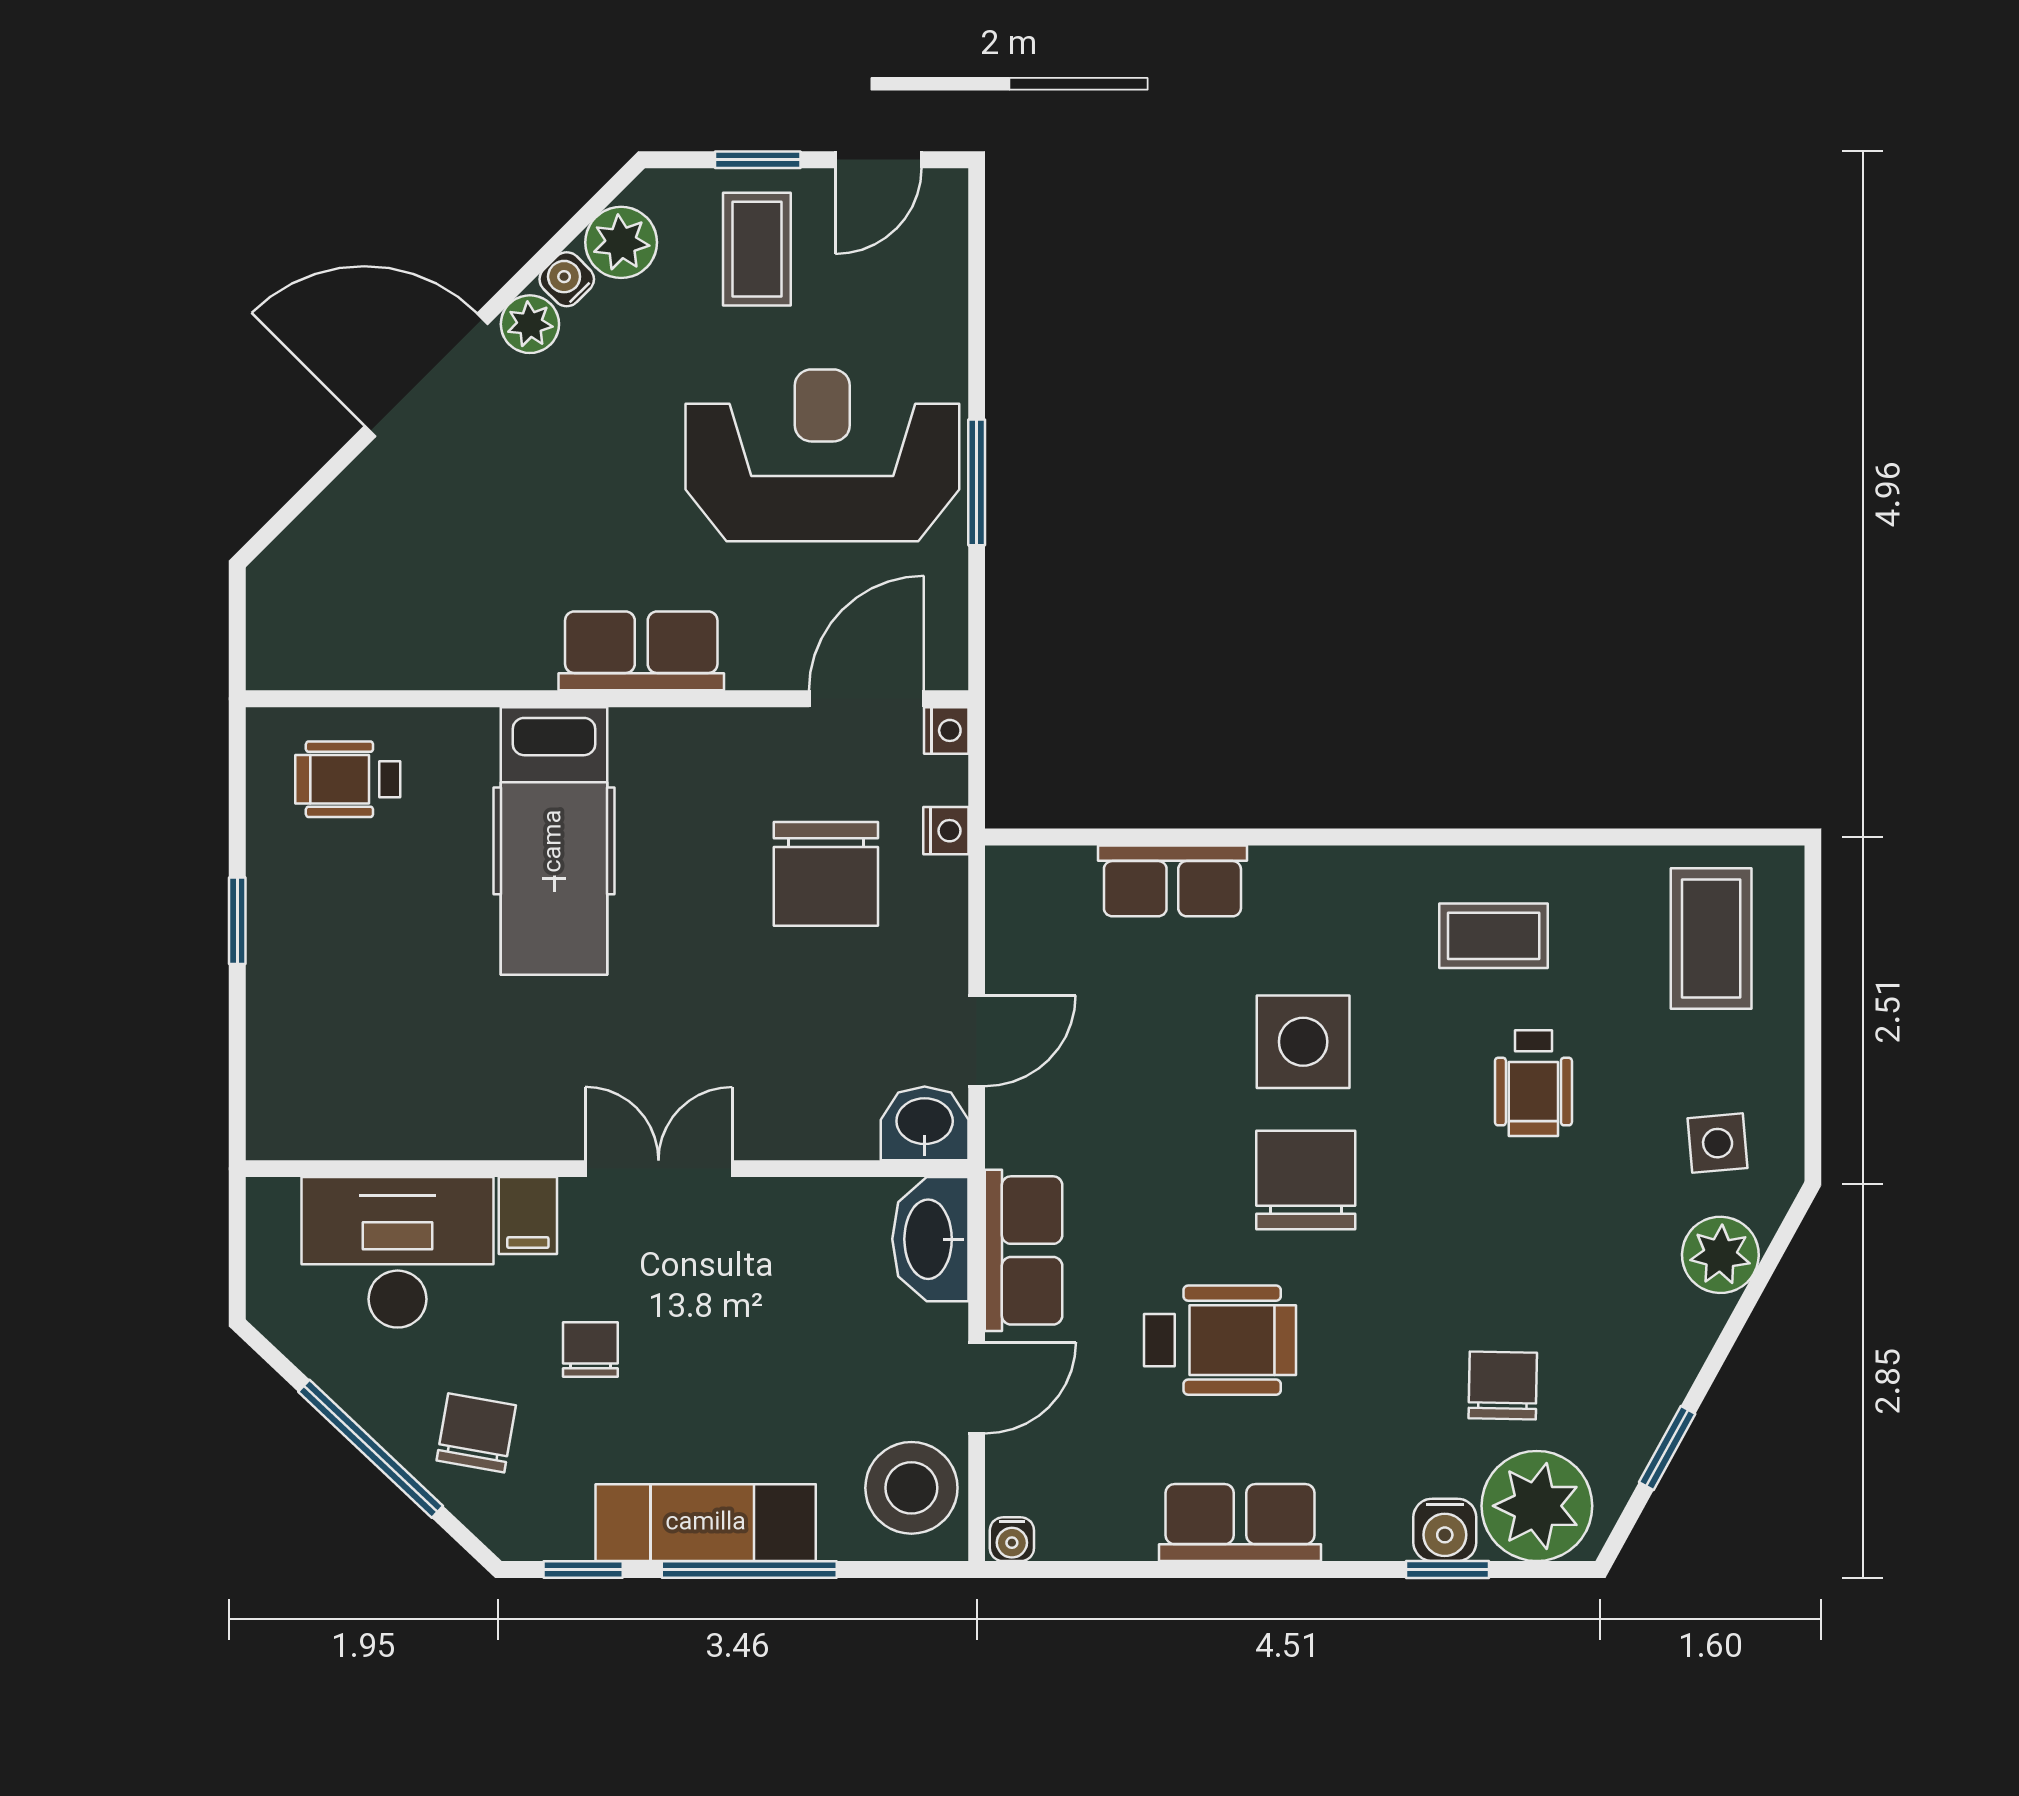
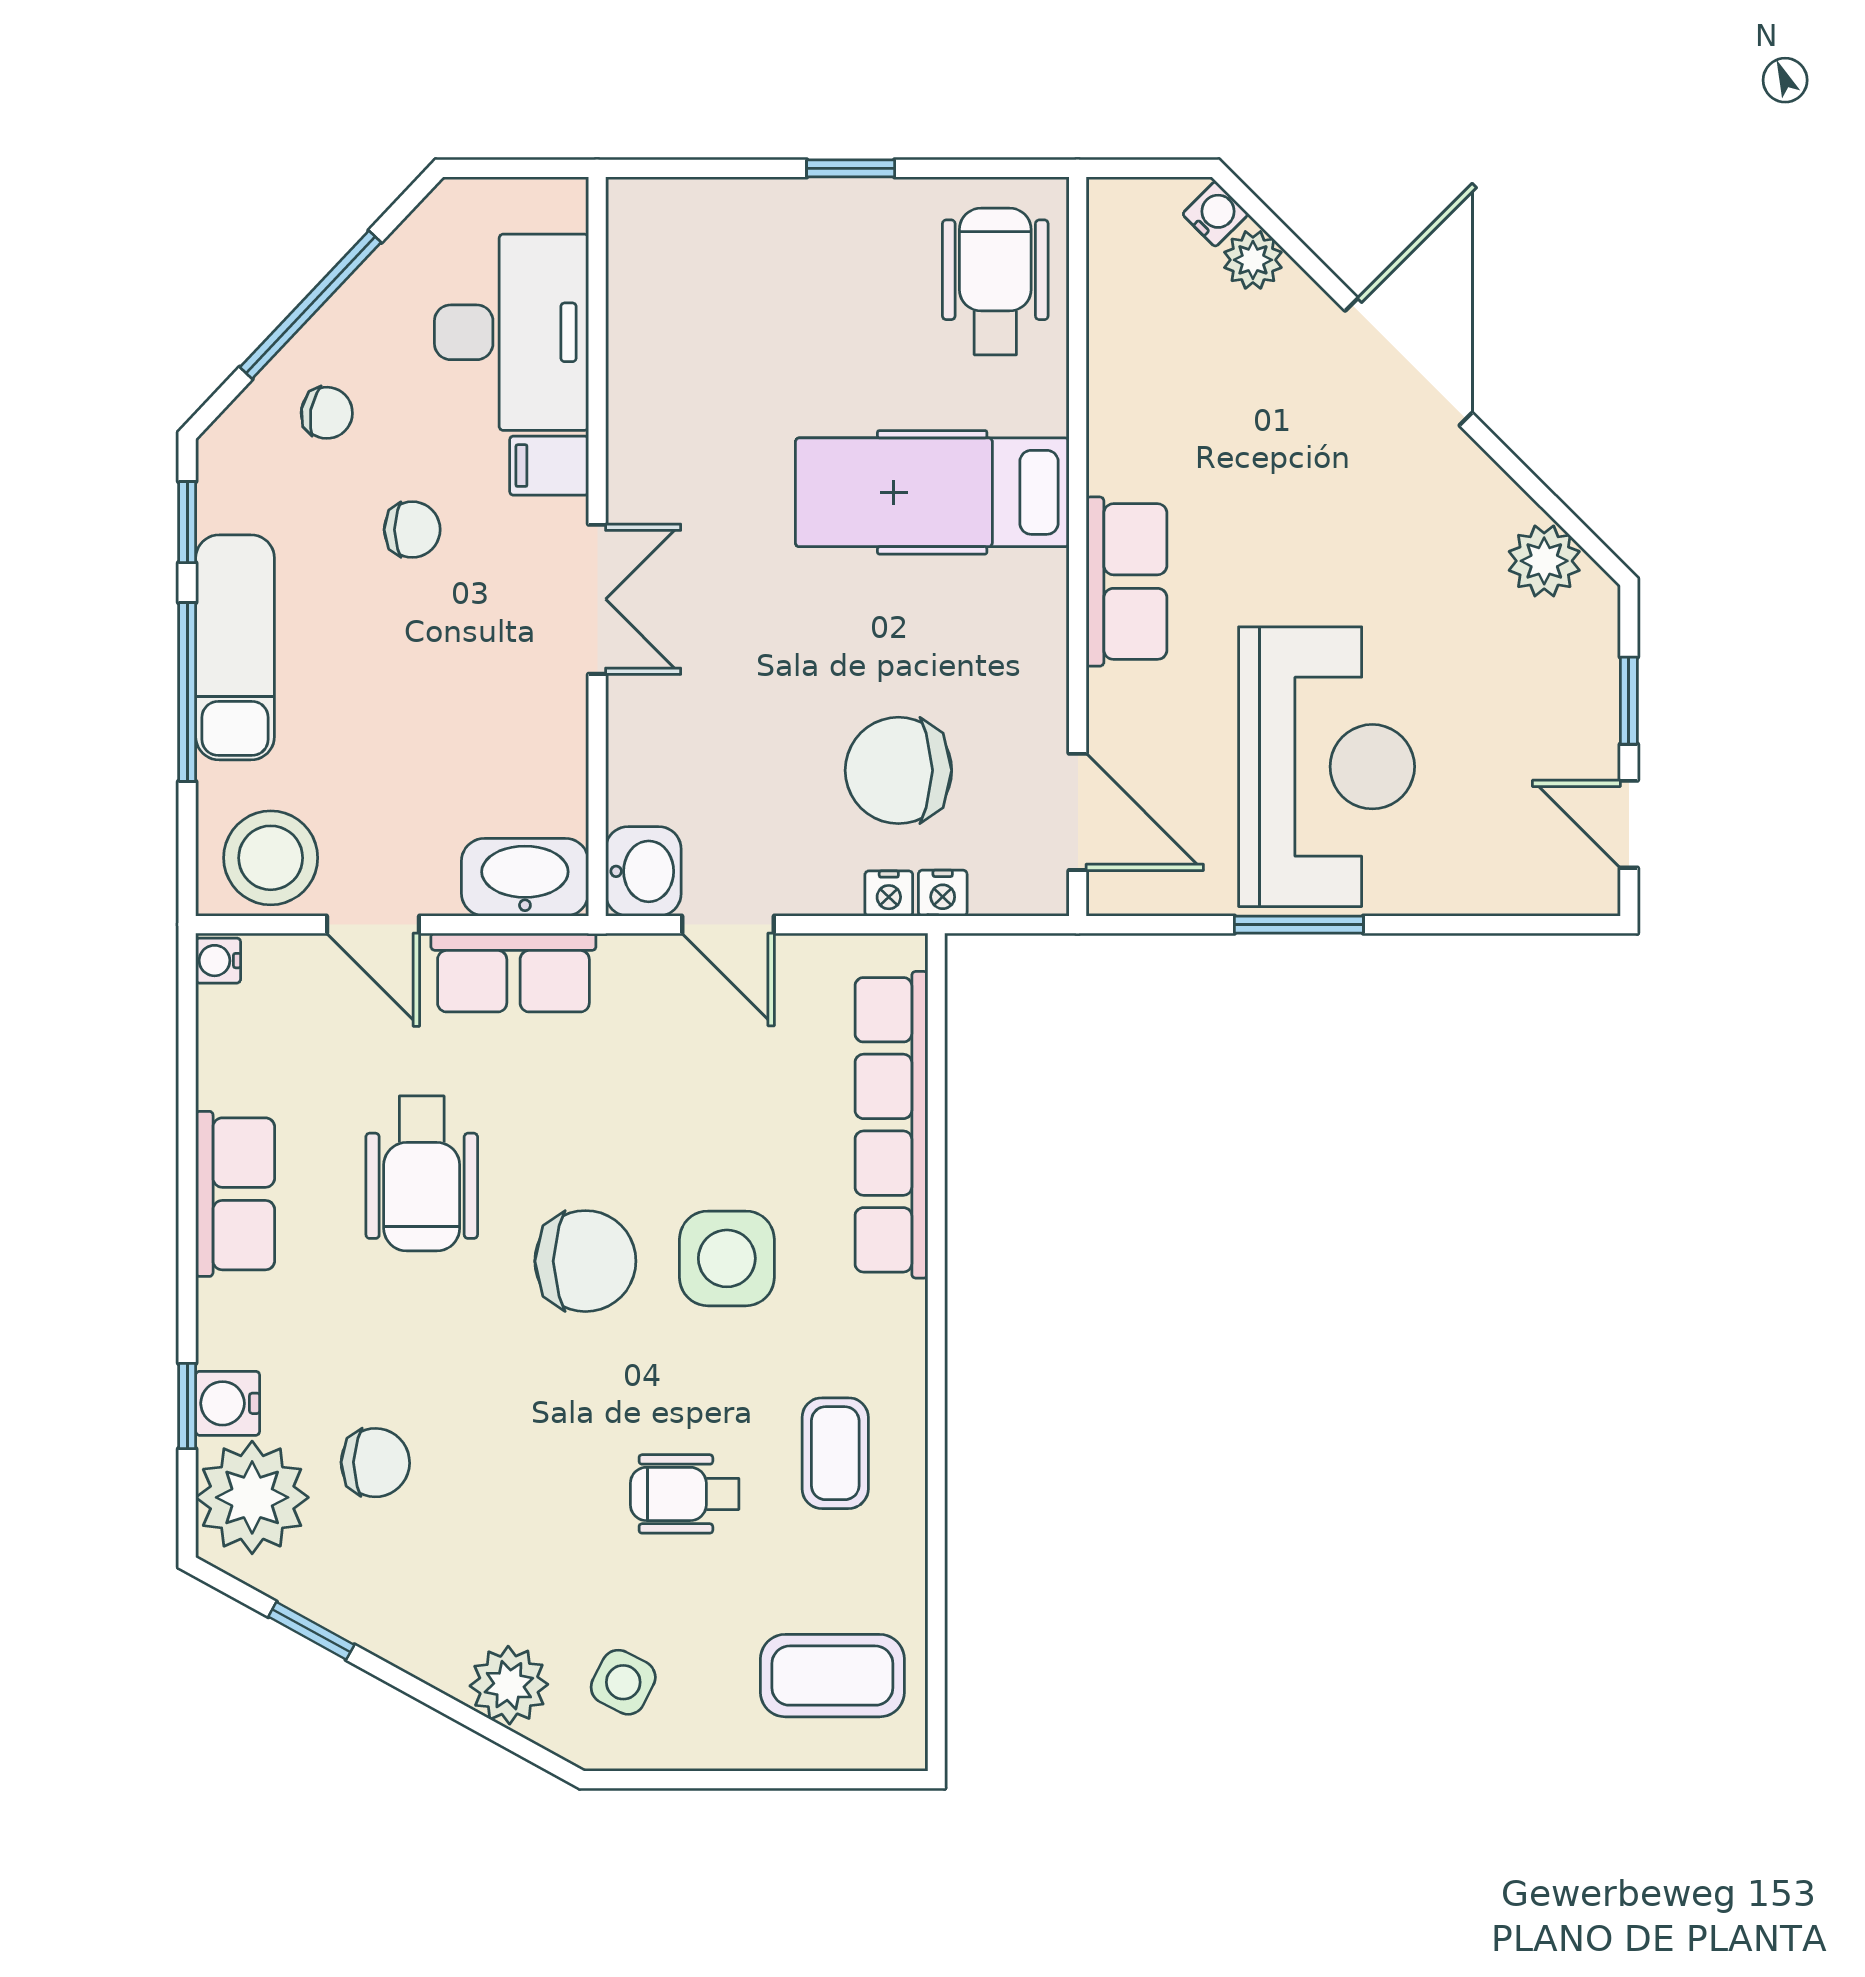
coffee table: (757, 249) -> (1537, 700), removed
water cooler: (567, 279) -> (1215, 214), moved
plant: (530, 324) -> (1253, 260), moved
nightstand: (946, 730) -> (889, 894), moved
wheelchair: (348, 779) -> (995, 281), width x1.36, depth x1.37
row of seats: (1172, 881) -> (891, 1125), width x2.02
side table: (1718, 1143) -> (623, 1682), turned 32
chair: (476, 1433) -> (327, 413), width x0.73, depth x0.73

